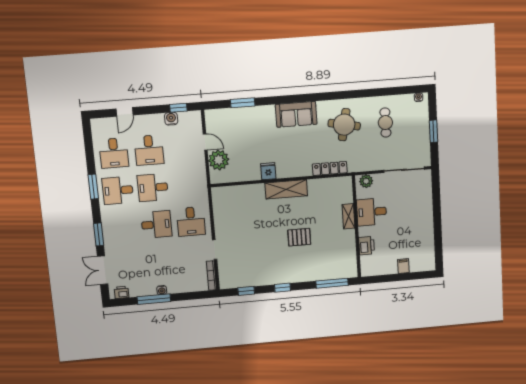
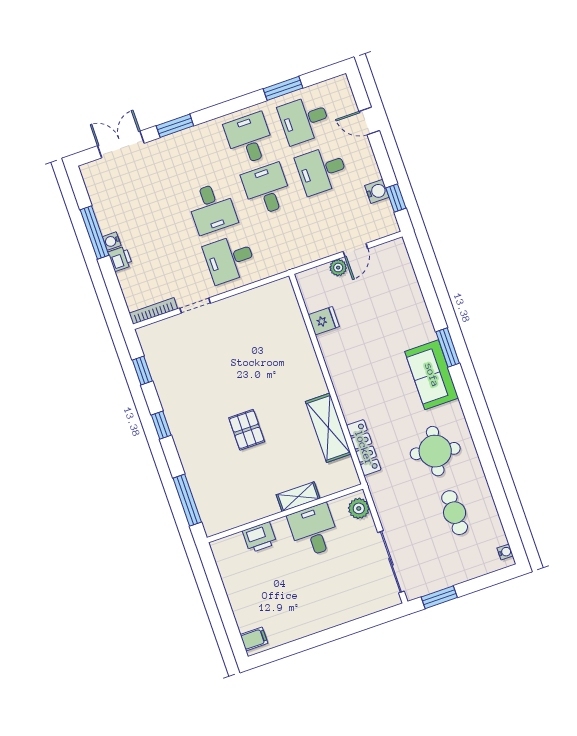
window: (243, 103) -> (448, 347), moved
cafe table: (385, 123) -> (455, 513), turned 90
window: (433, 131) -> (439, 597), moved
plant: (219, 160) -> (338, 268), width x0.53, depth x0.53
fridge: (268, 171) -> (324, 321), moved
window: (93, 187) -> (283, 88), moved
shelving: (286, 189) -> (328, 428), moved
filing cabinet: (403, 266) -> (254, 639), moved
printer: (122, 292) -> (120, 259), moved

